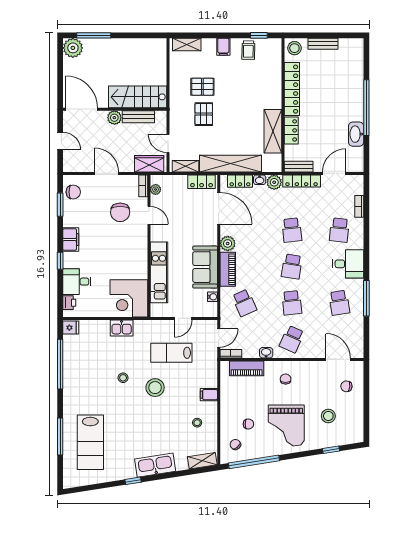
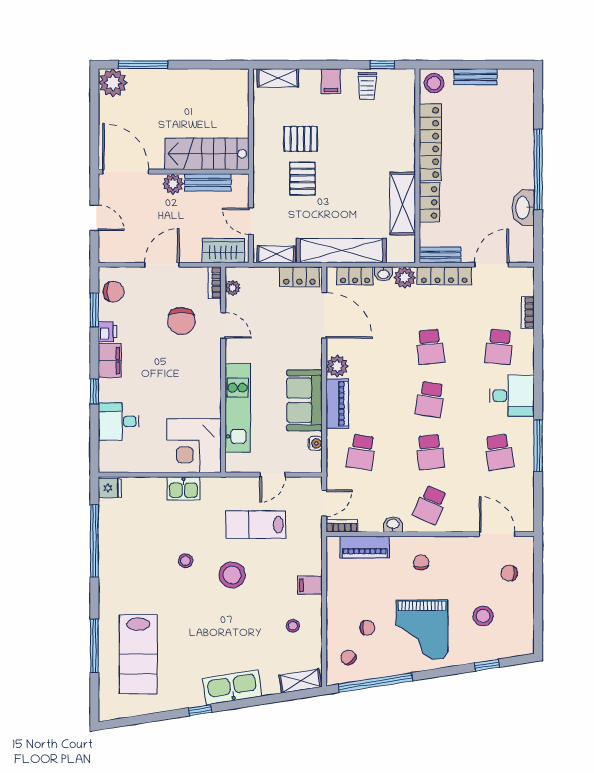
door: (107, 173) -> (162, 265), hinge flipped
printer: (69, 303) -> (108, 332), moved
school desk: (244, 303) -> (361, 452), turned 33

